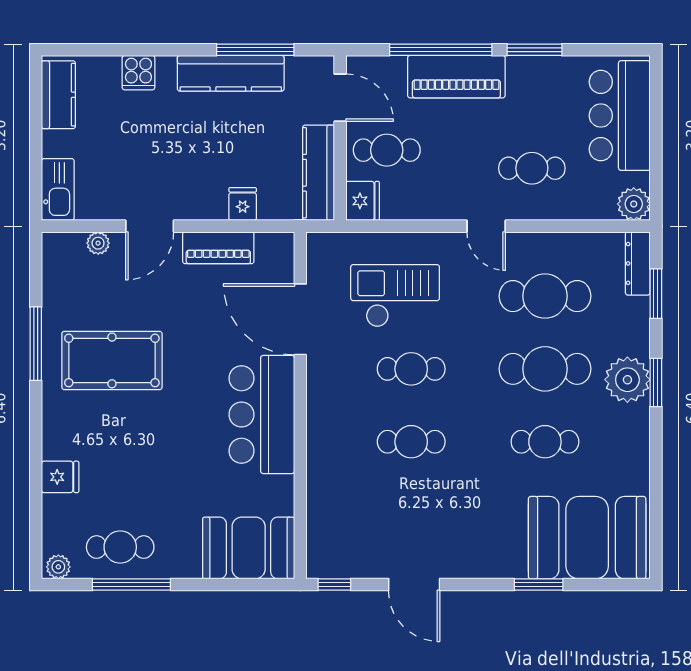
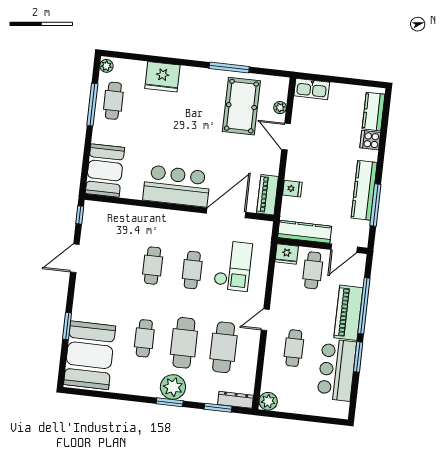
kitchen counter: (58, 95) -> (374, 112), moved, turned 90
bar counter: (620, 116) -> (337, 370), moved, turned -90
piano: (218, 248) -> (268, 195), moved
pool table: (112, 360) -> (241, 106), moved
fridge: (60, 477) -> (162, 77), width x1.88, depth x1.34

